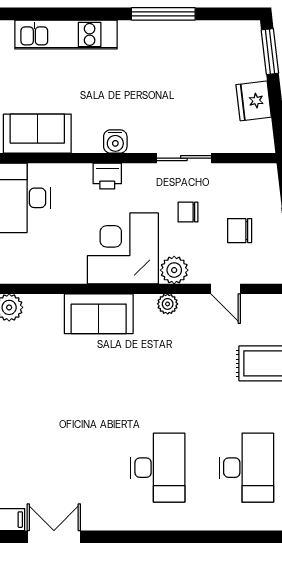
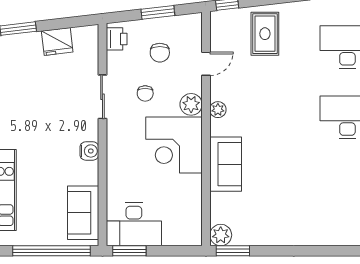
printer: (107, 176) -> (117, 39), moved

